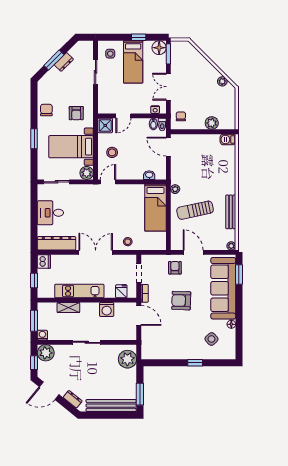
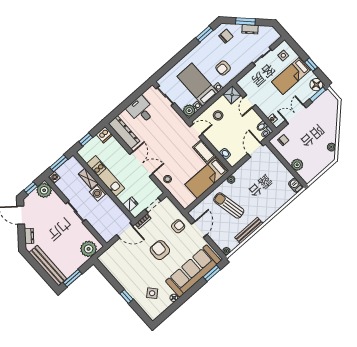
chair: (46, 110) -> (226, 36), moved
door: (123, 116) -> (249, 101), hinge flipped
window: (34, 139) -> (204, 34), moved
cot: (132, 191) -> (204, 151), added
washing machine: (107, 309) -> (98, 193), moved
door: (139, 315) -> (125, 230), hinge flipped

